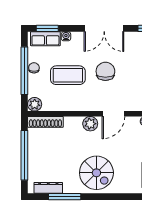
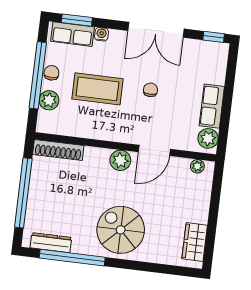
chair: (105, 71) -> (150, 90), width x0.54, depth x0.54
plant: (35, 104) -> (49, 100), moved
spiral stairs: (96, 173) -> (121, 230), turned 180
window: (65, 197) -> (72, 258), width x1.46

